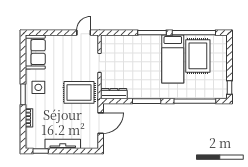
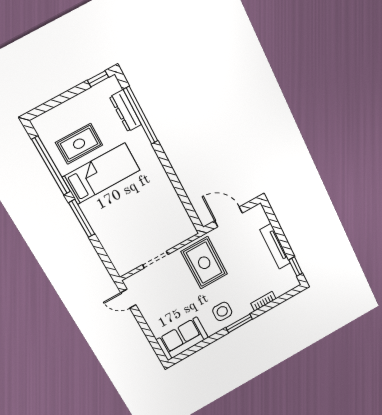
rug: (198, 56) -> (79, 144), width x0.73, depth x0.70
dresser: (114, 94) -> (126, 111), moved
window: (147, 101) -> (173, 177), removed

